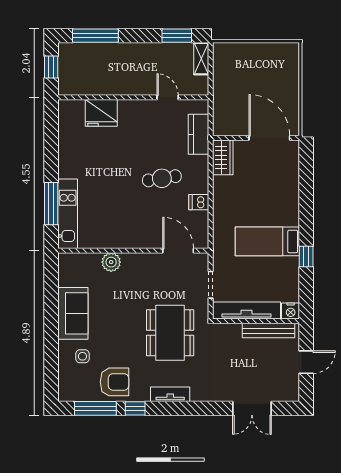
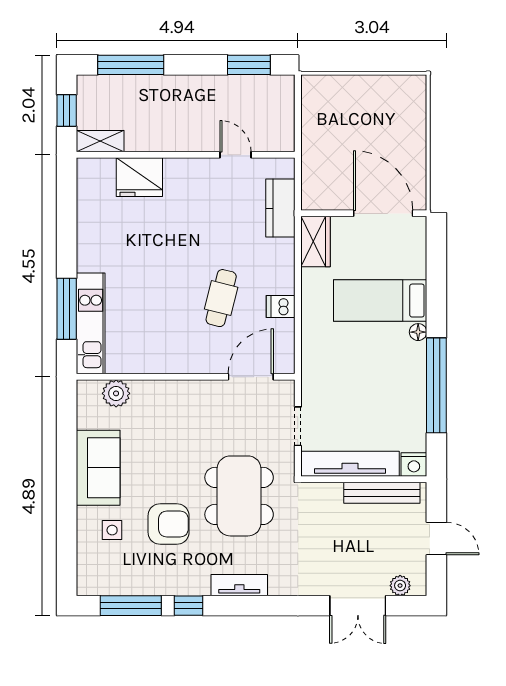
shelving: (201, 59) -> (100, 141), moved, turned 90
cafe table: (162, 178) -> (221, 298), moved, turned -67
floor lamp: (293, 220) -> (418, 332), added
bed: (267, 241) -> (380, 301), moved
door: (178, 251) -> (251, 377), hinge flipped
window: (306, 257) -> (436, 385), width x3.17
plant: (111, 262) -> (116, 393), moved
door: (306, 362) -> (436, 539), hinge flipped
armchair: (115, 382) -> (169, 524), moved
plant: (281, 395) -> (400, 586), added

